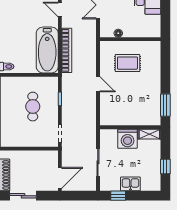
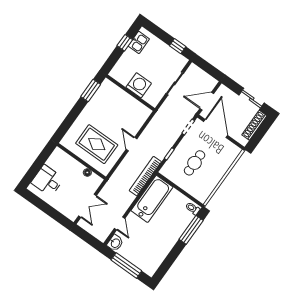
bookcase: (67, 50) -> (145, 176), moved
rug: (127, 63) -> (97, 144), width x1.36, depth x1.43
shelving: (149, 134) -> (119, 77), removed
door: (36, 149) -> (216, 129), added
door: (60, 178) -> (207, 101), moved
kitchen sink: (130, 184) -> (139, 42), moved, turned -90

